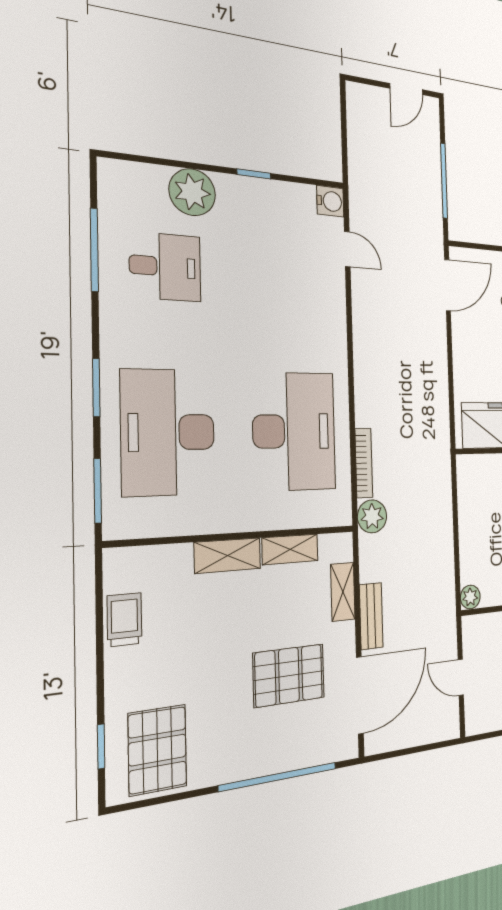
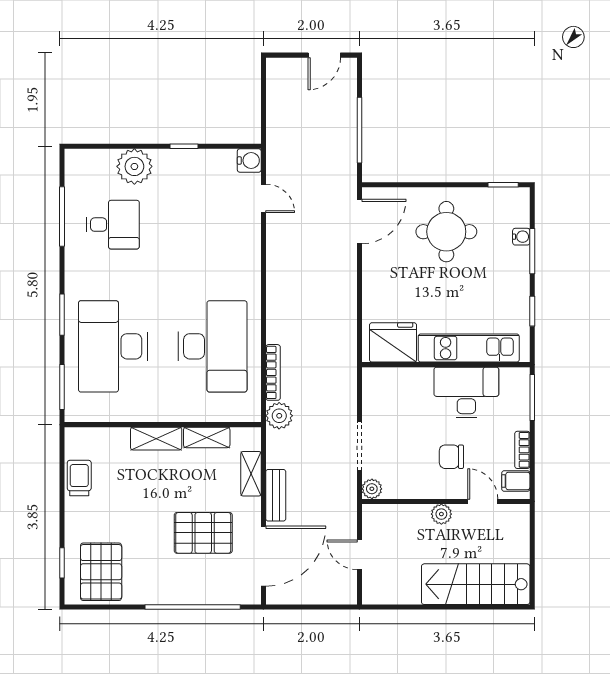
doorway: (456, 548) -> (359, 446), added

